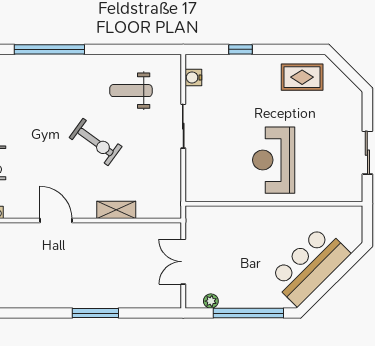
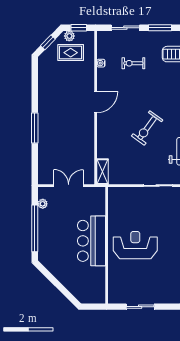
shelving: (116, 210) -> (102, 172), moved
bar counter: (310, 266) -> (91, 241), moved, turned -135

